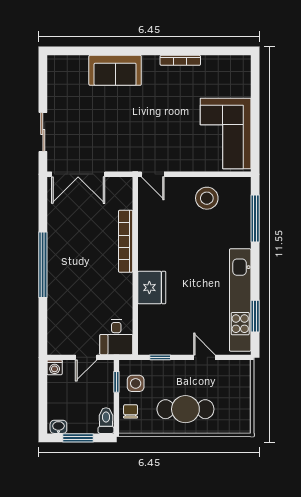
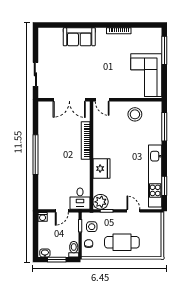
window: (255, 93) -> (164, 50), added
double door: (78, 174) -> (69, 100), moved
plant: (150, 342) -> (101, 202), added

